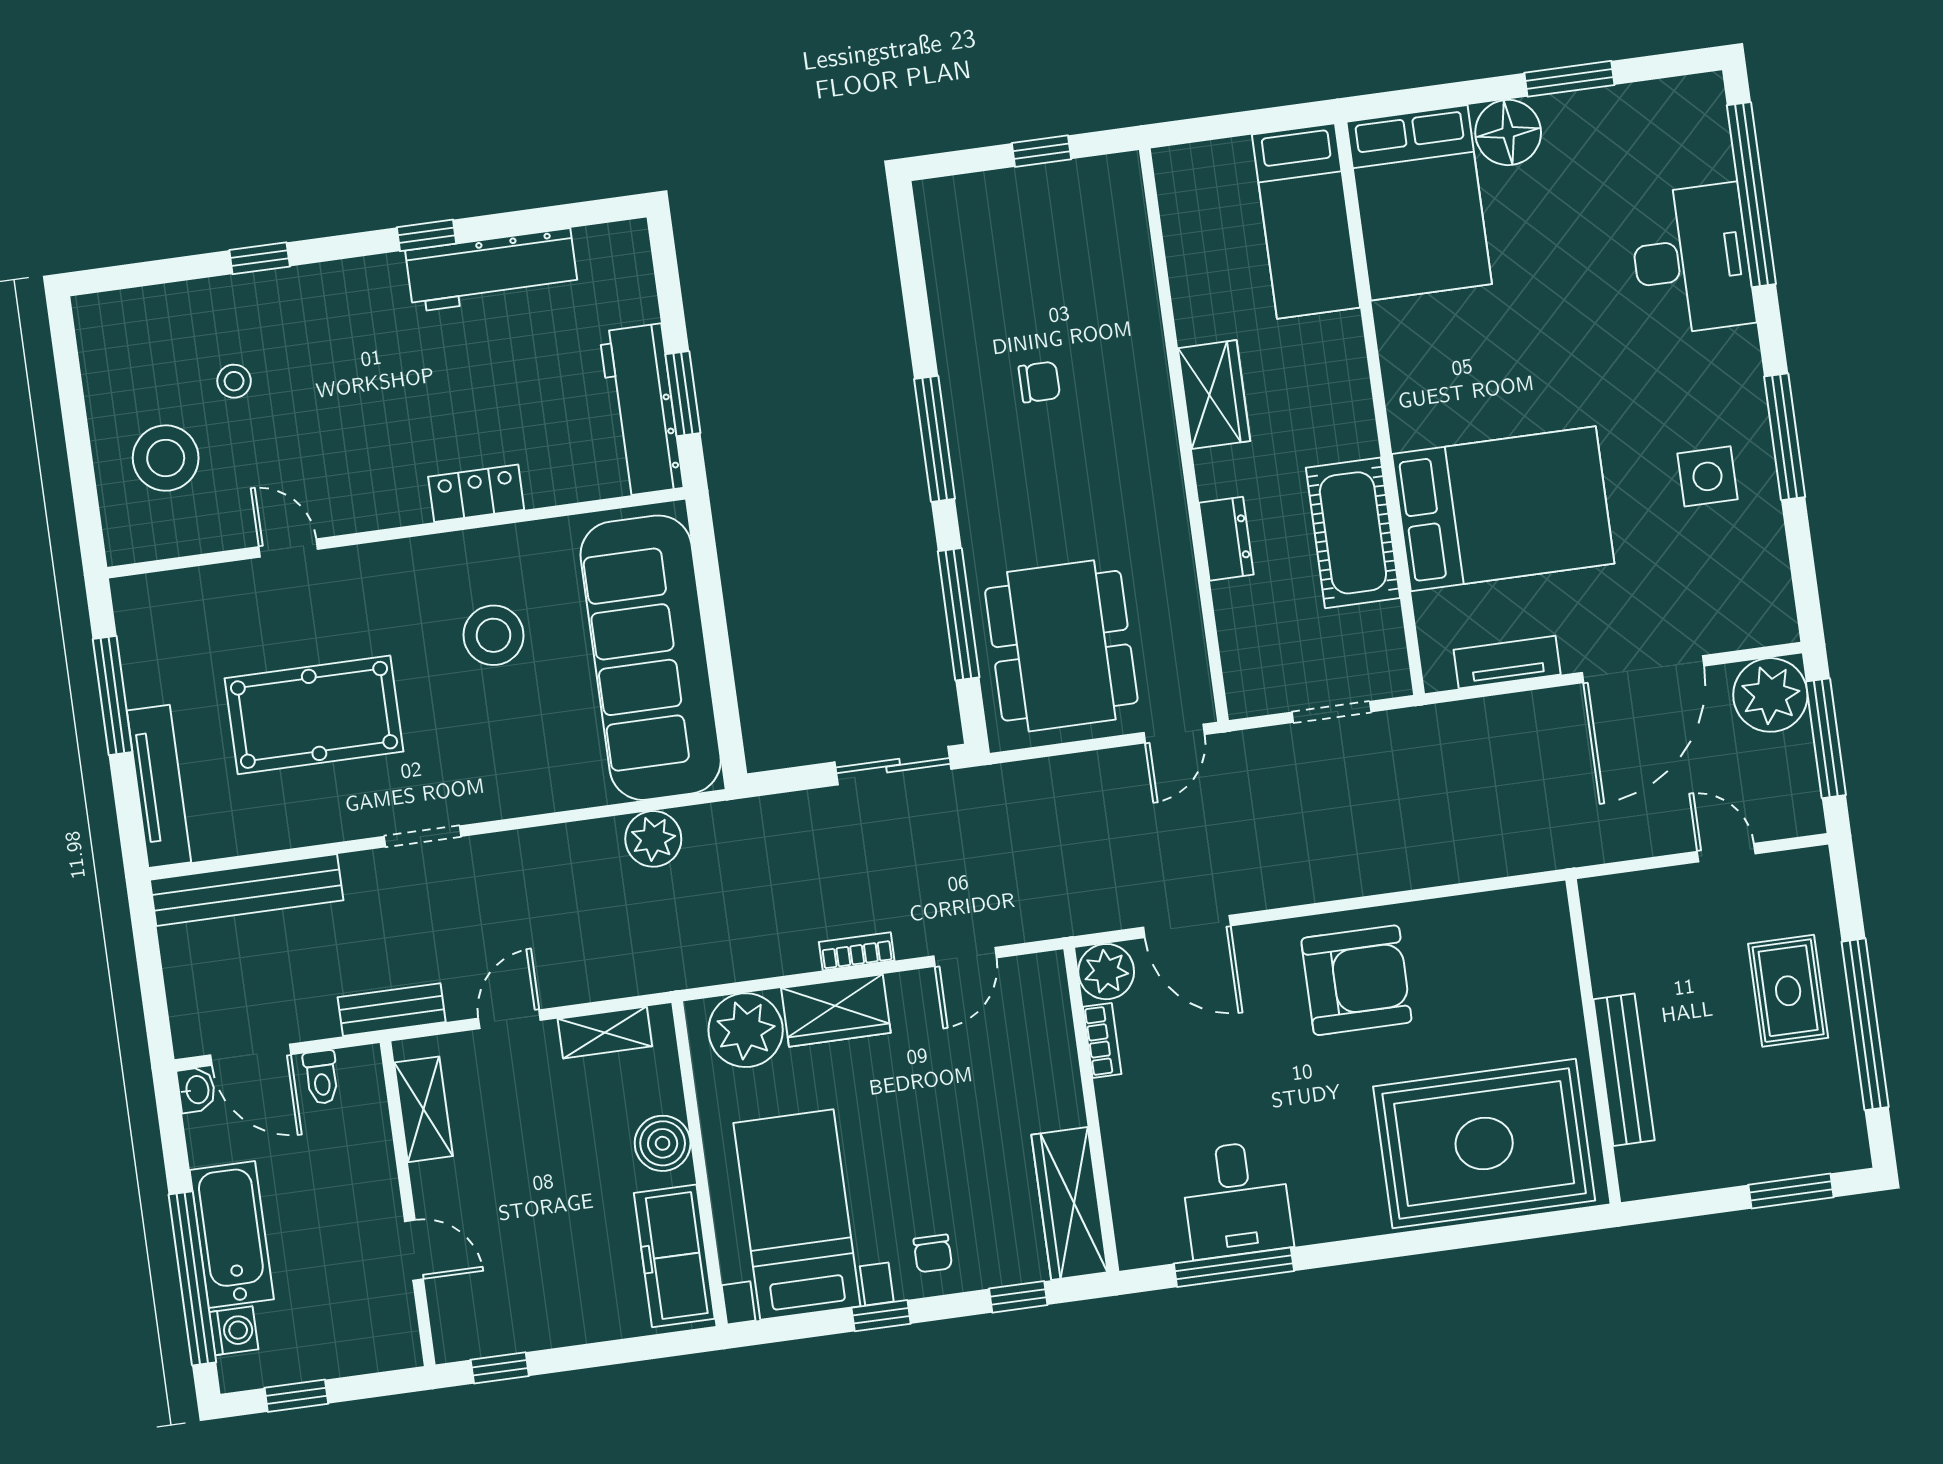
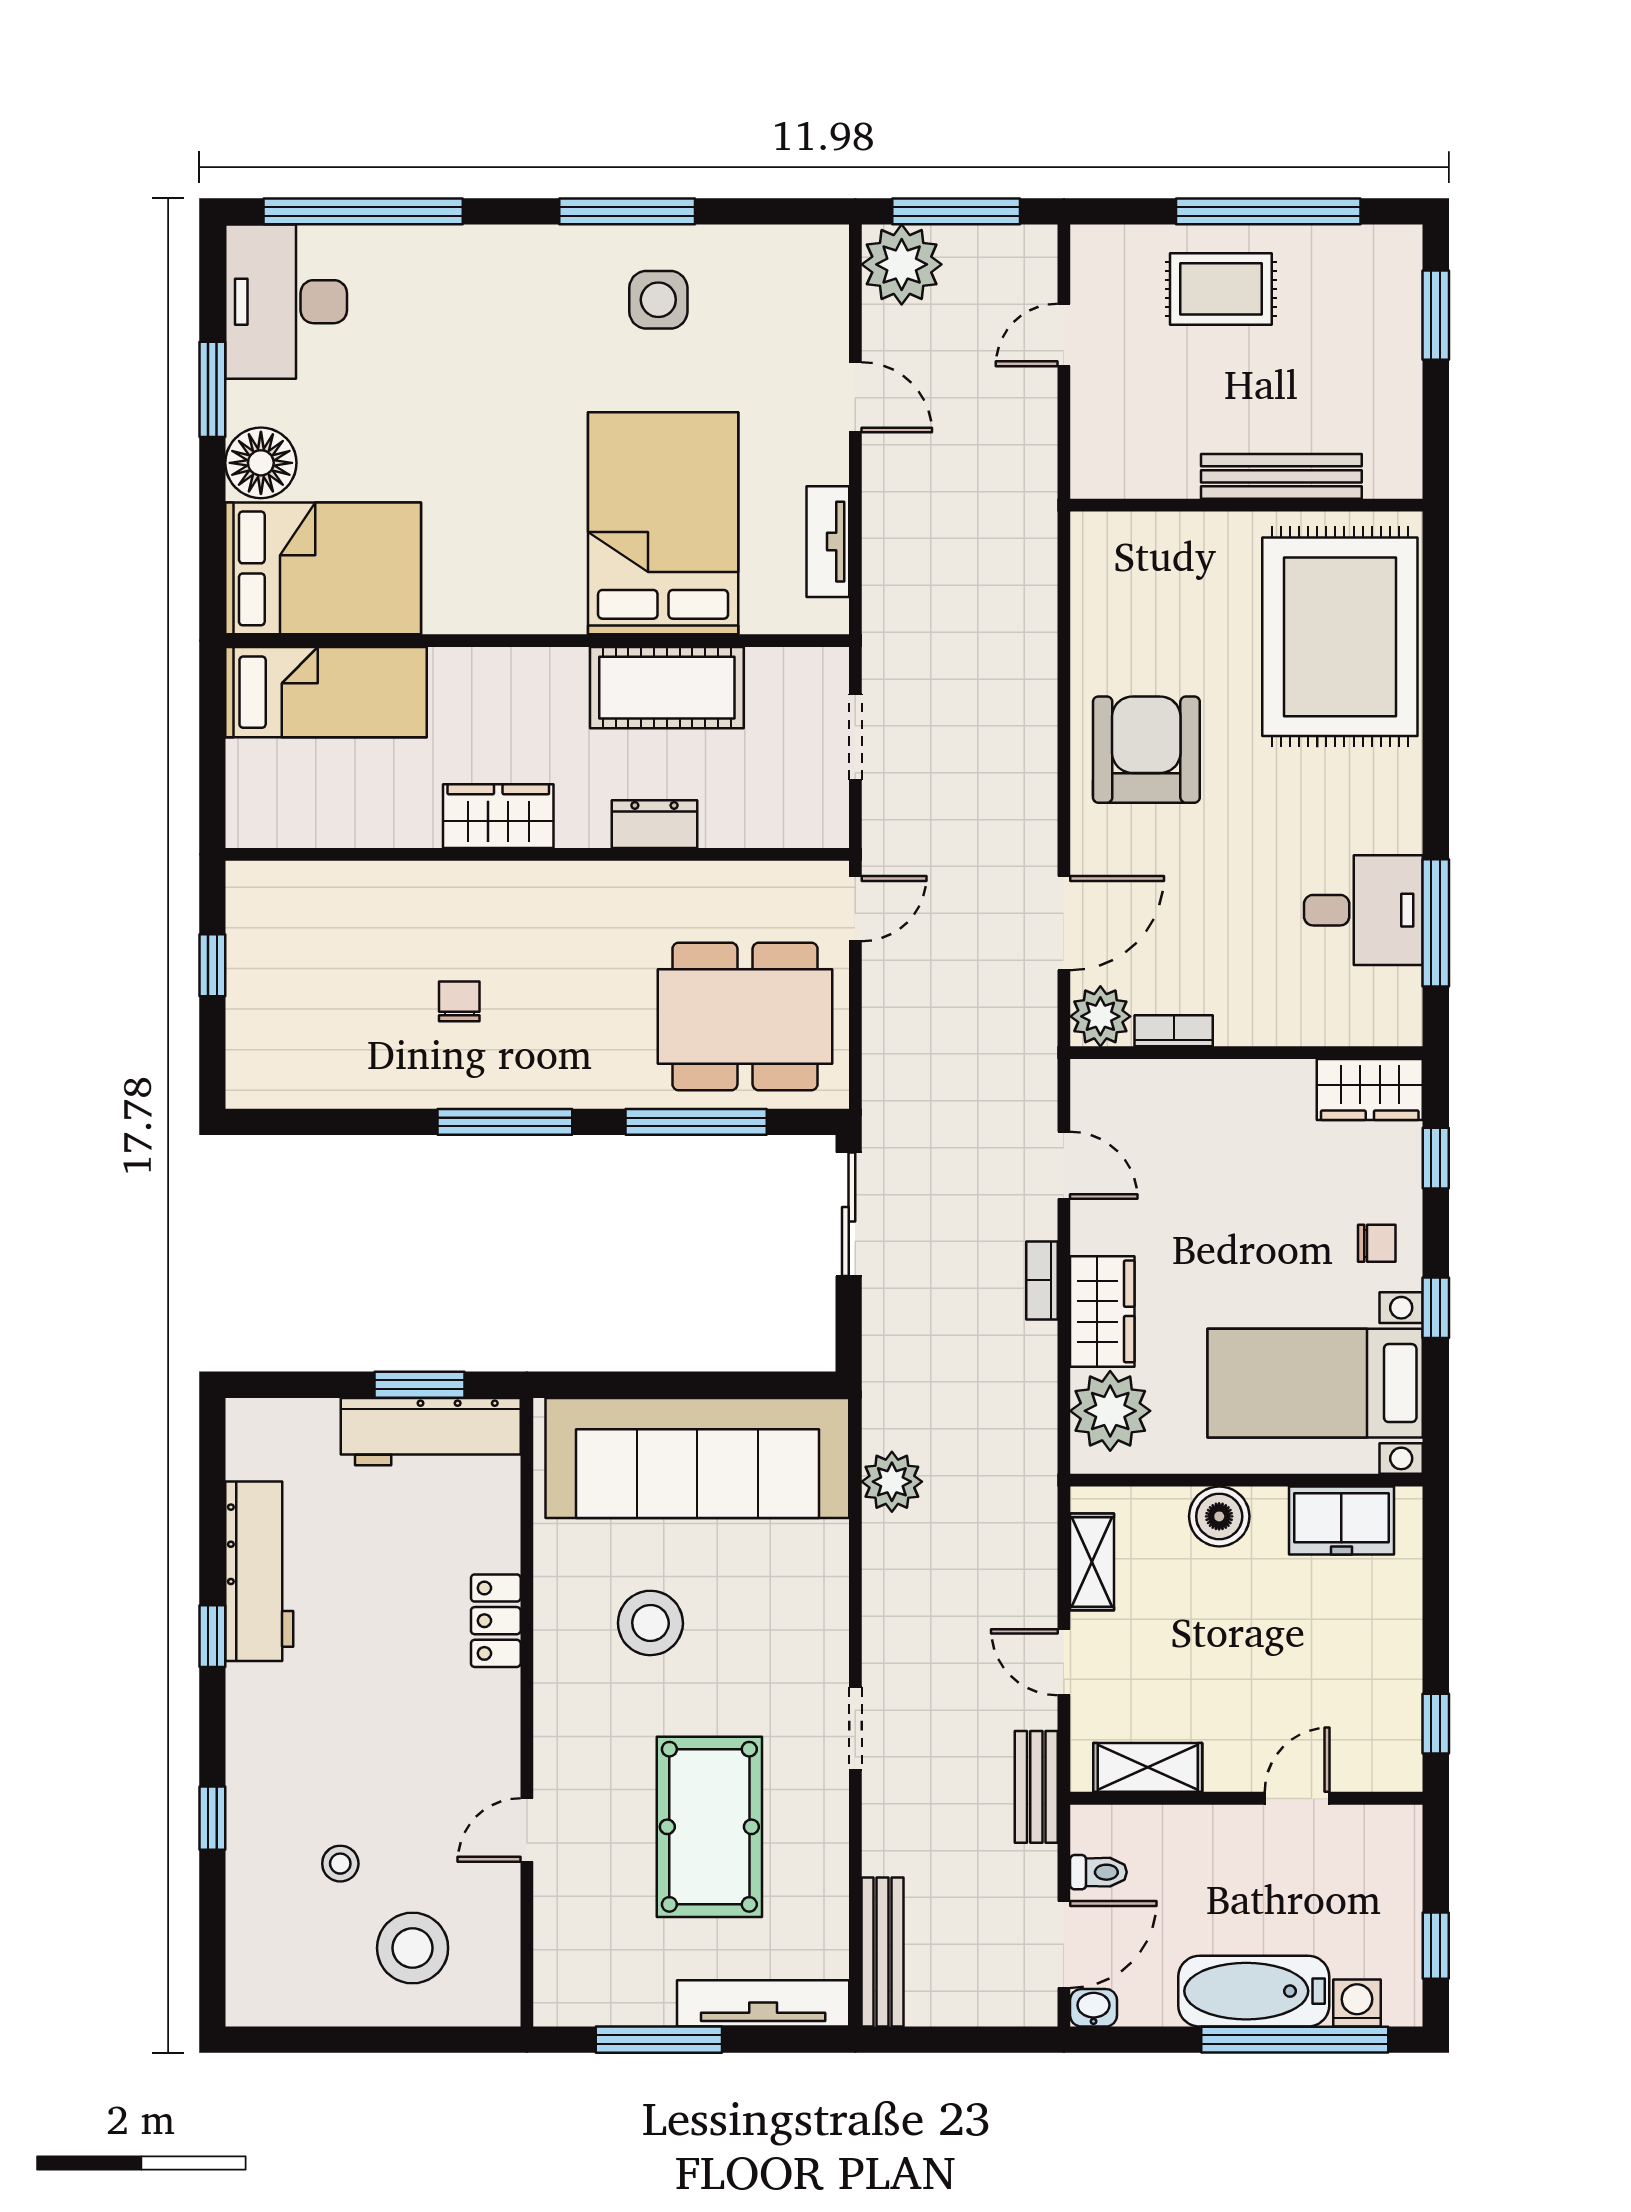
desk: (1691, 259) -> (286, 302), moved, turned -90
door: (1643, 669) -> (855, 397), width x0.53
door: (1174, 733) -> (855, 909), hinge flipped
bench: (247, 890) -> (883, 1952), width x0.73, depth x0.82
wardrobe: (1070, 1203) -> (1370, 1090), width x0.67
freezer: (674, 1256) -> (1341, 1520), width x0.71

